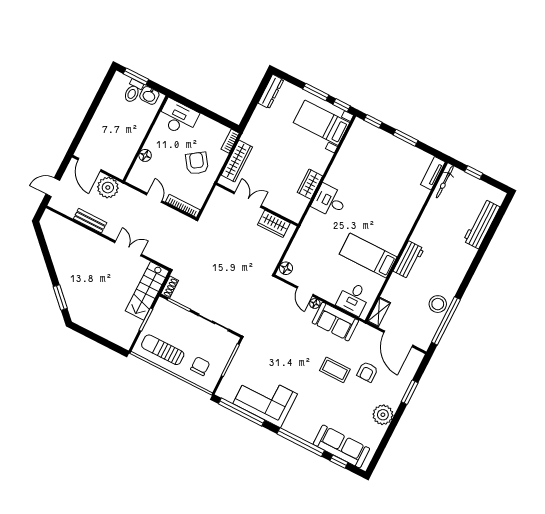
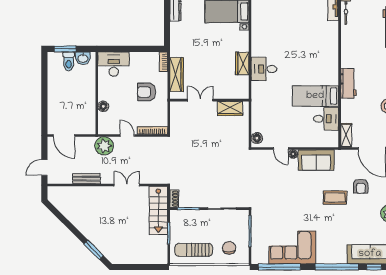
armchair: (197, 163) -> (147, 92), turned -55
plant: (108, 188) -> (104, 146), moved
desk: (353, 298) -> (326, 119), moved, turned -90

